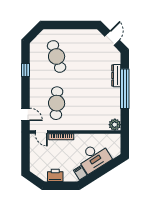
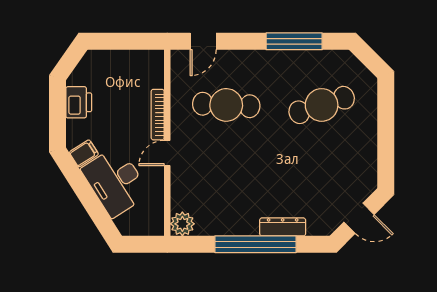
window: (25, 70) -> (294, 41), width x2.17
door: (41, 132) -> (167, 153), moved

